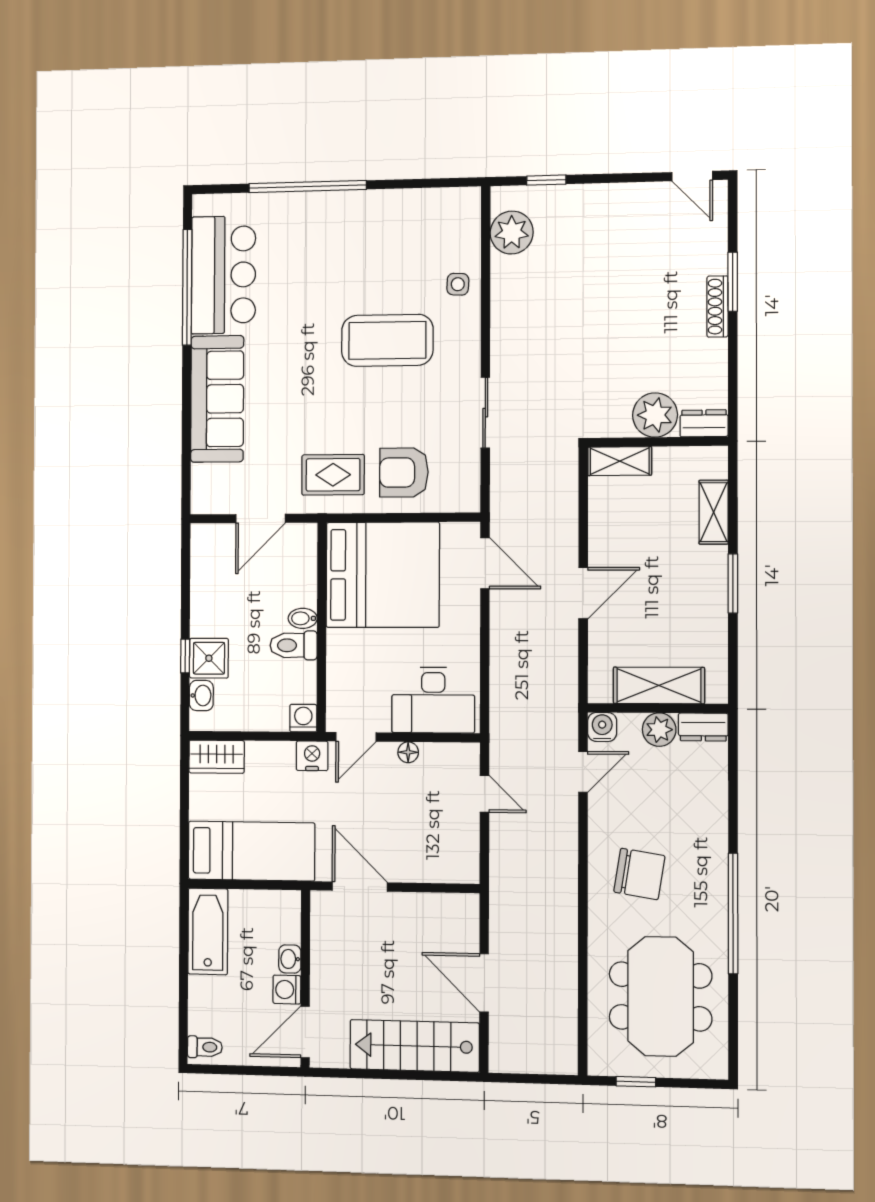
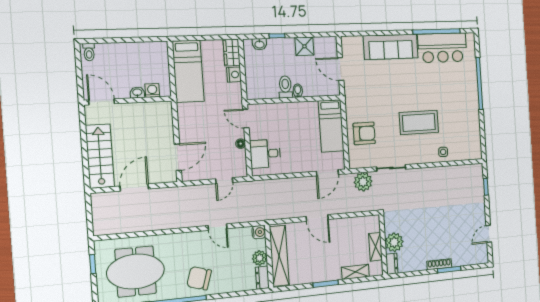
door: (692, 176) -> (489, 234), moved
plant: (512, 233) -> (363, 182), moved
coffee table: (387, 340) -> (419, 122), turned 90
shelving: (620, 461) -> (375, 247), moved
armchair: (404, 472) -> (364, 133), turned 90
rug: (333, 475) -> (361, 101), removed
bed: (383, 575) -> (331, 126), width x0.49
shower: (209, 658) -> (304, 46), moved
shelving: (659, 685) -> (279, 256), width x1.47
desk: (433, 700) -> (265, 154), width x0.73
washing machine: (303, 718) -> (253, 93), removed
nightstand: (312, 756) -> (234, 75), moved
door: (583, 772) -> (218, 227), moved
chair: (639, 874) -> (199, 278), moved, turned 98
door: (360, 887) -> (178, 157), moved
bathtub: (208, 931) -> (147, 51), removed
washing machine: (287, 990) -> (152, 90), moved

